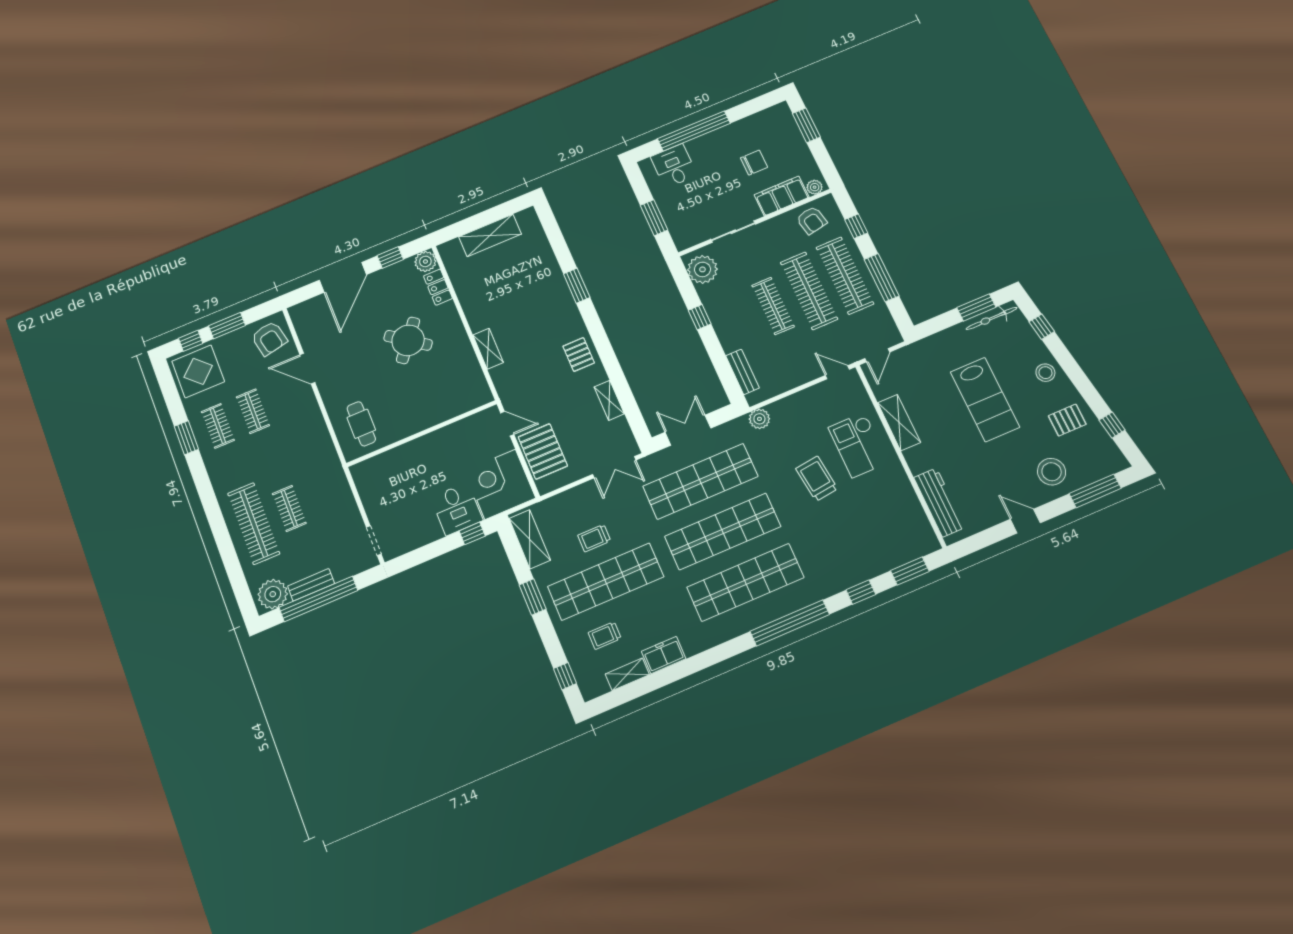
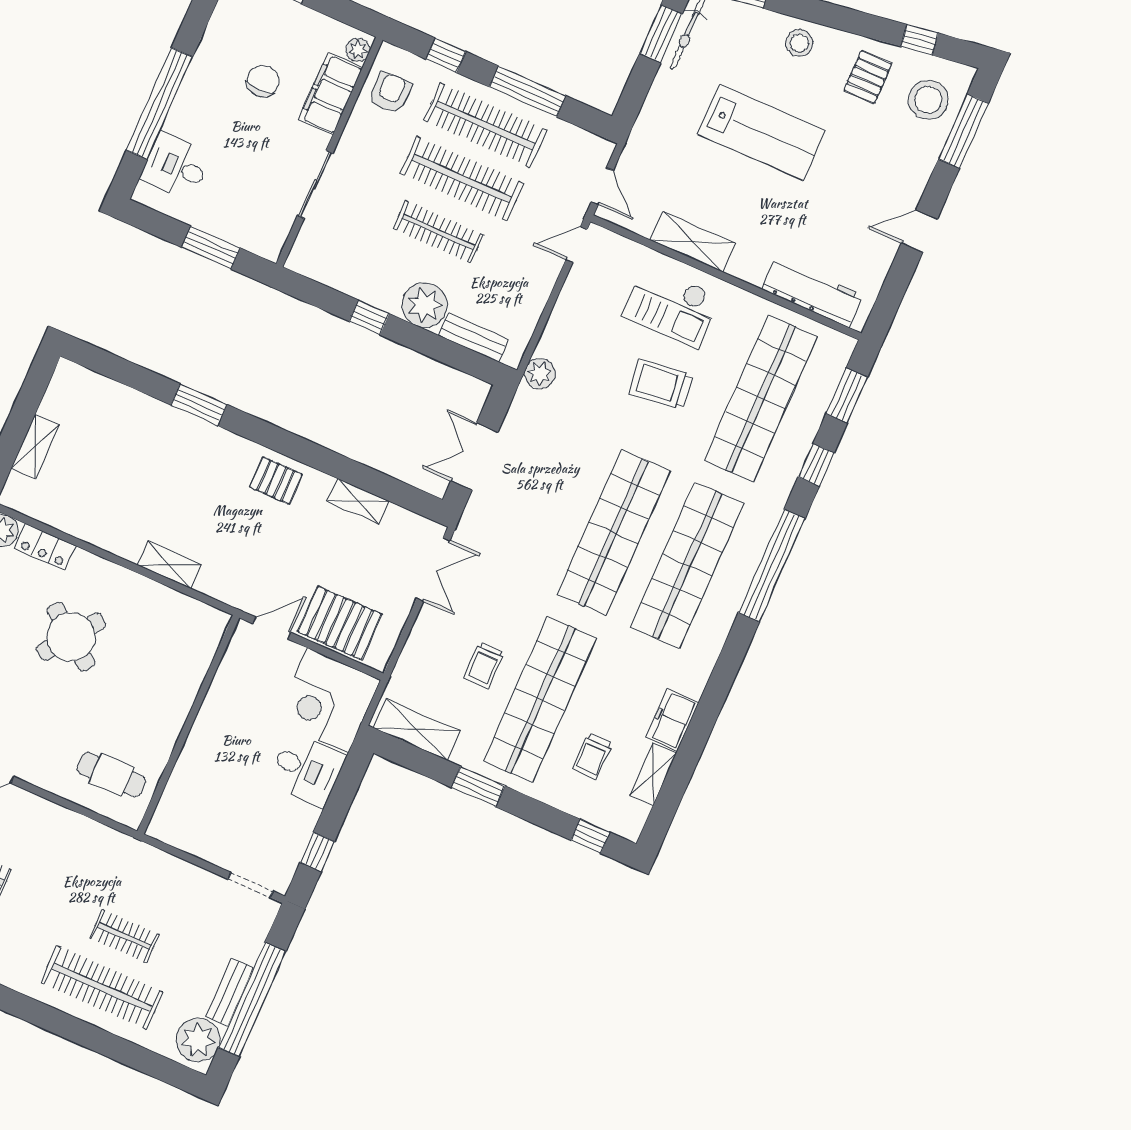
armchair: (812, 220) -> (390, 93), turned -79
shelving: (490, 235) -> (35, 447), width x0.67, depth x0.75
plant: (702, 269) -> (425, 305), moved
stool: (1052, 472) -> (928, 100), moved
shop shelf: (700, 481) -> (761, 398), moved
window: (472, 533) -> (317, 852), moved

